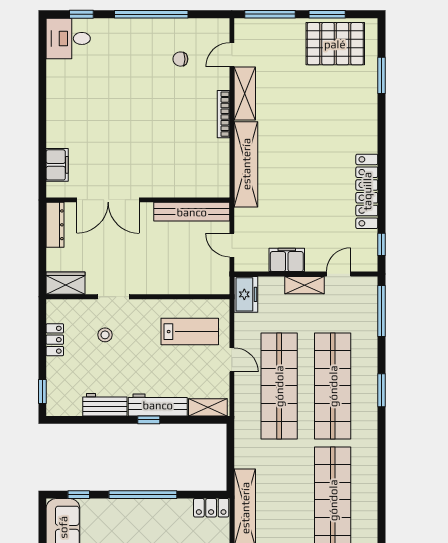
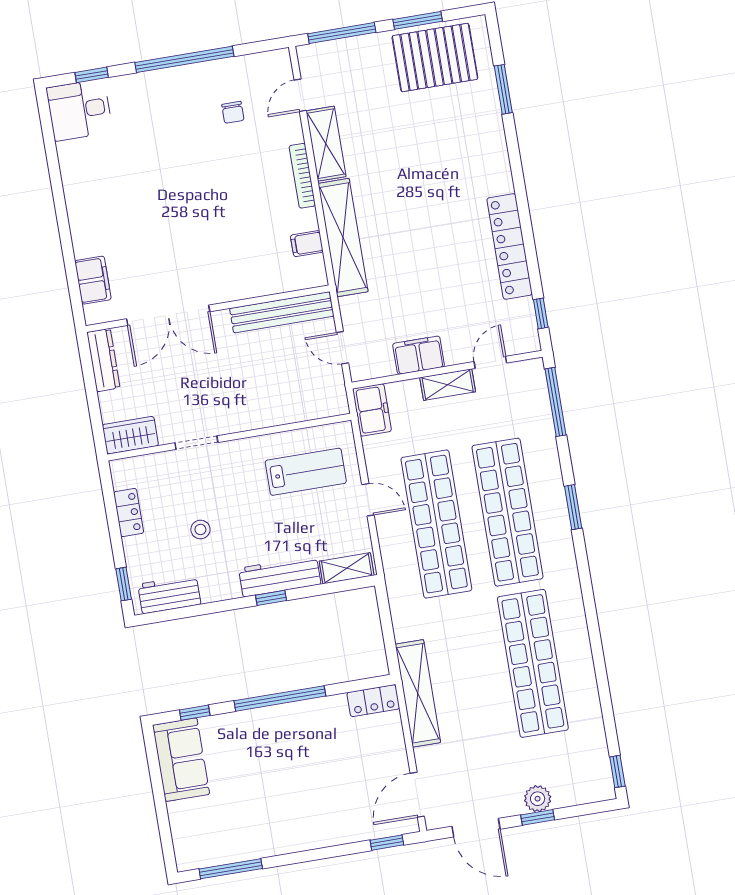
chair: (180, 59) -> (233, 112), turned -90
filing cabinet: (219, 164) -> (307, 244), added
stool: (105, 335) -> (200, 529), moved
workbench: (105, 405) -> (169, 594), moved

